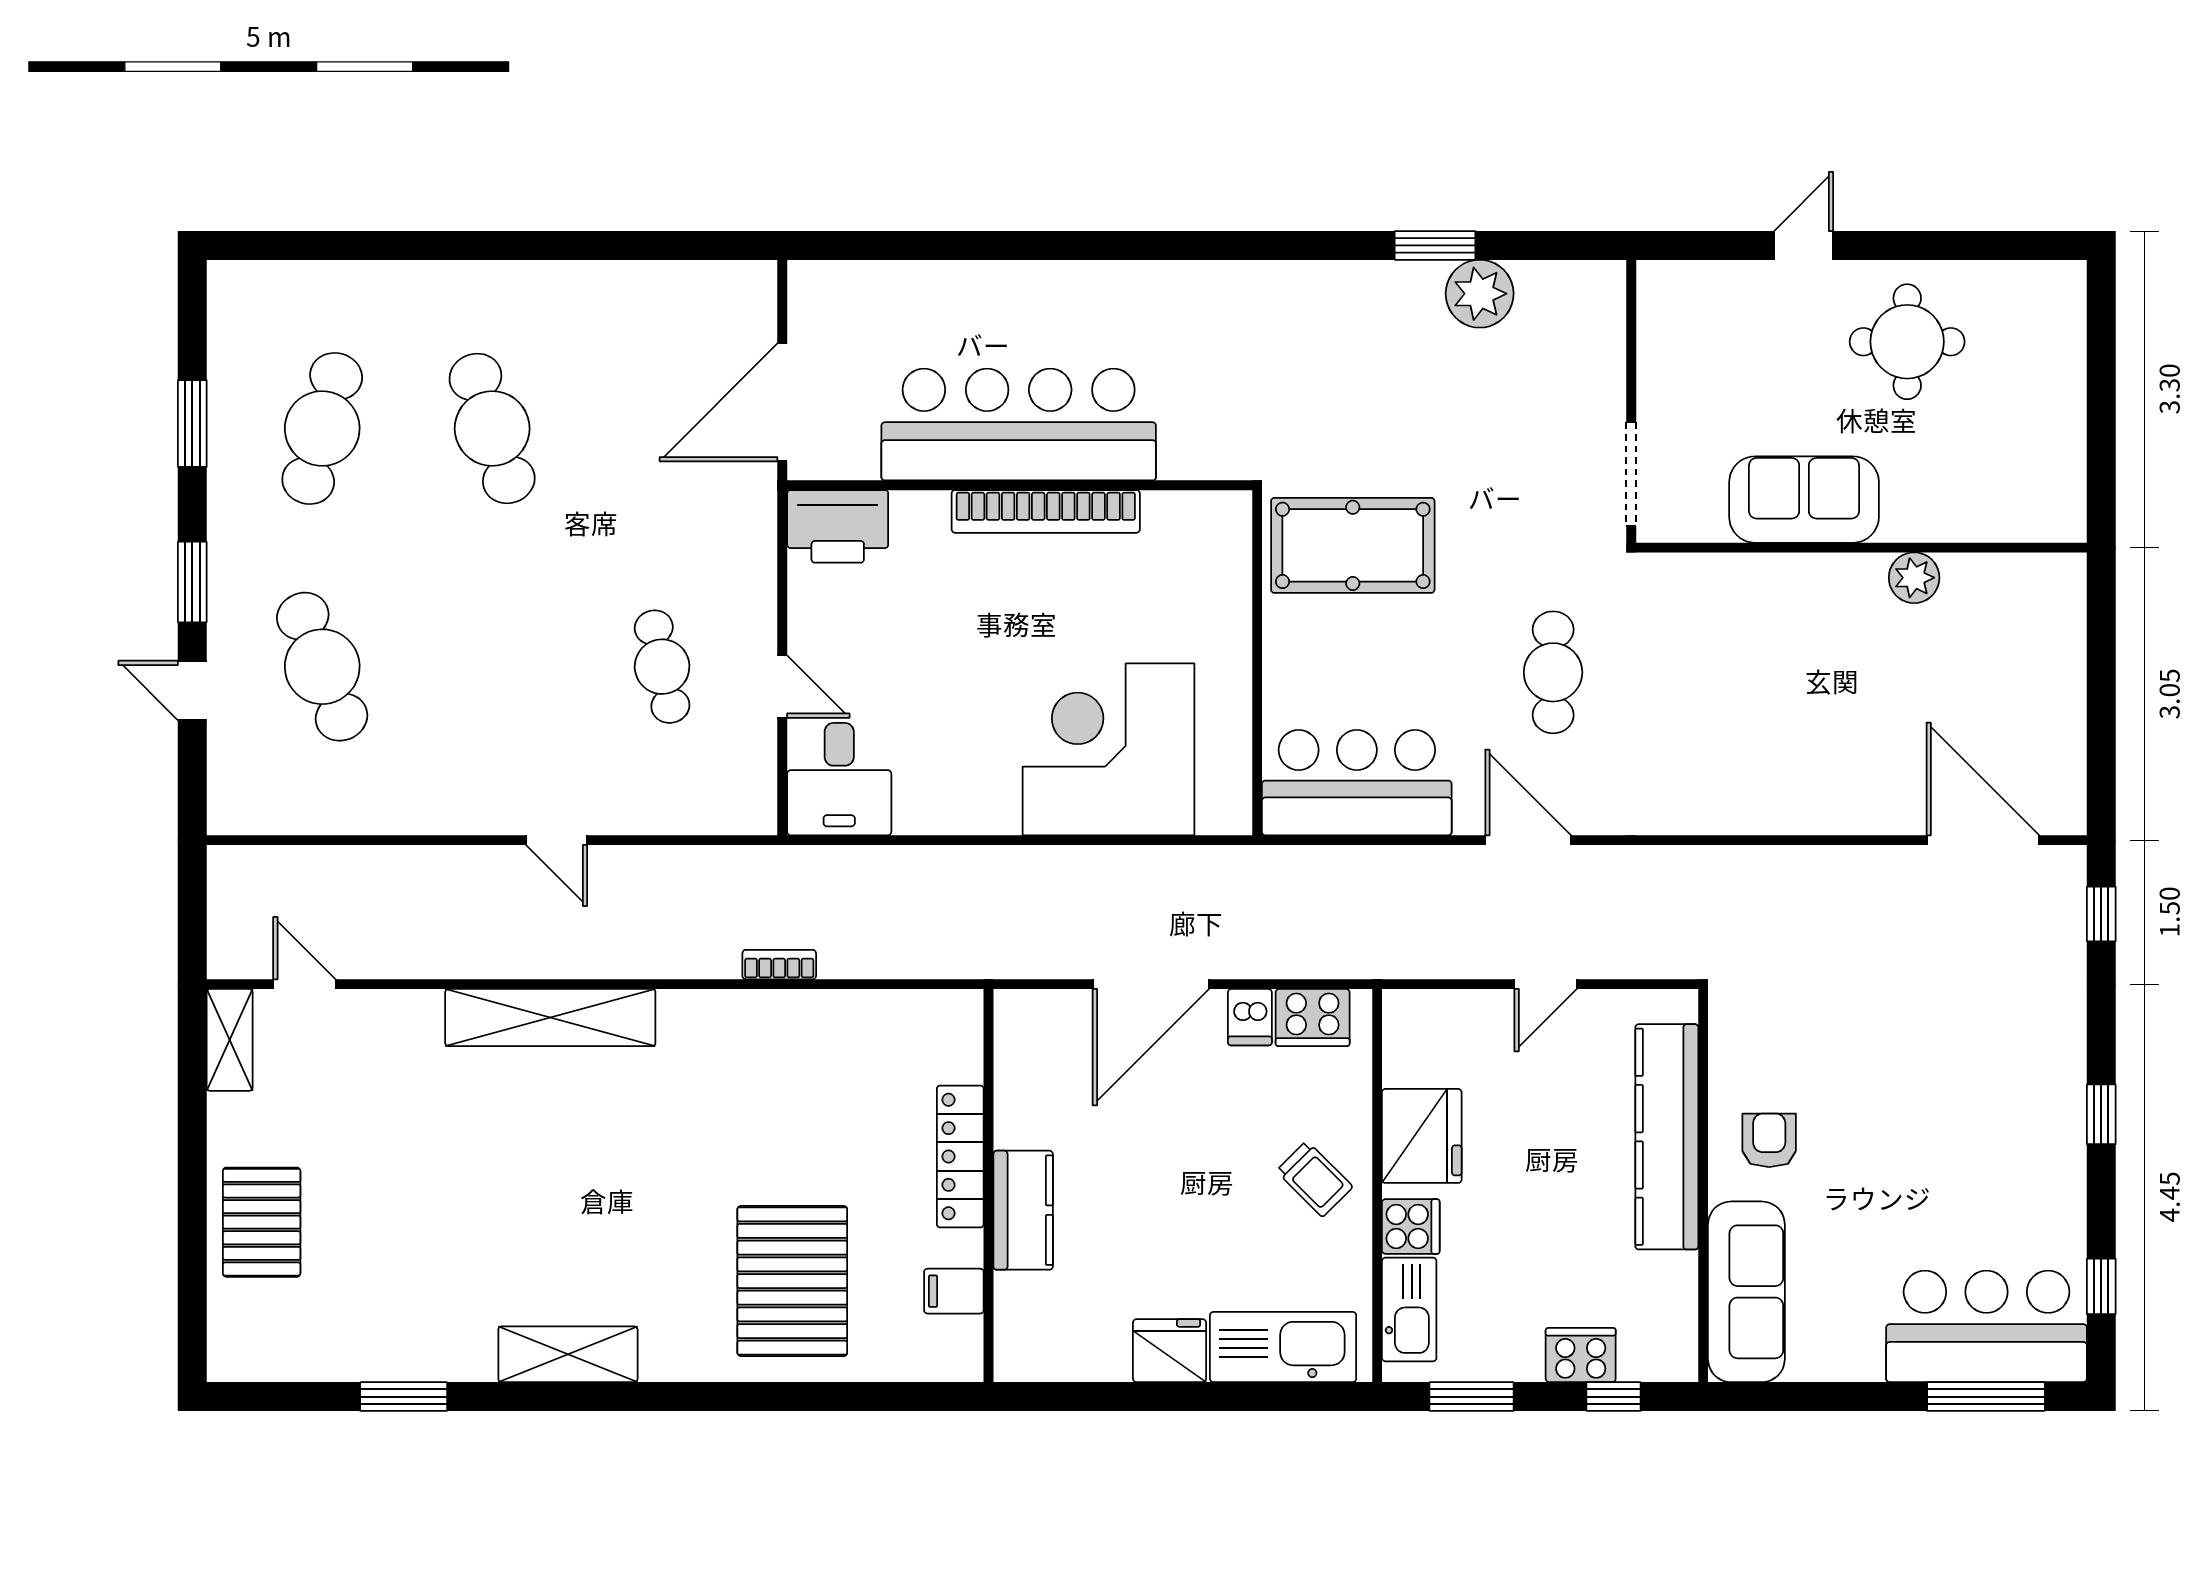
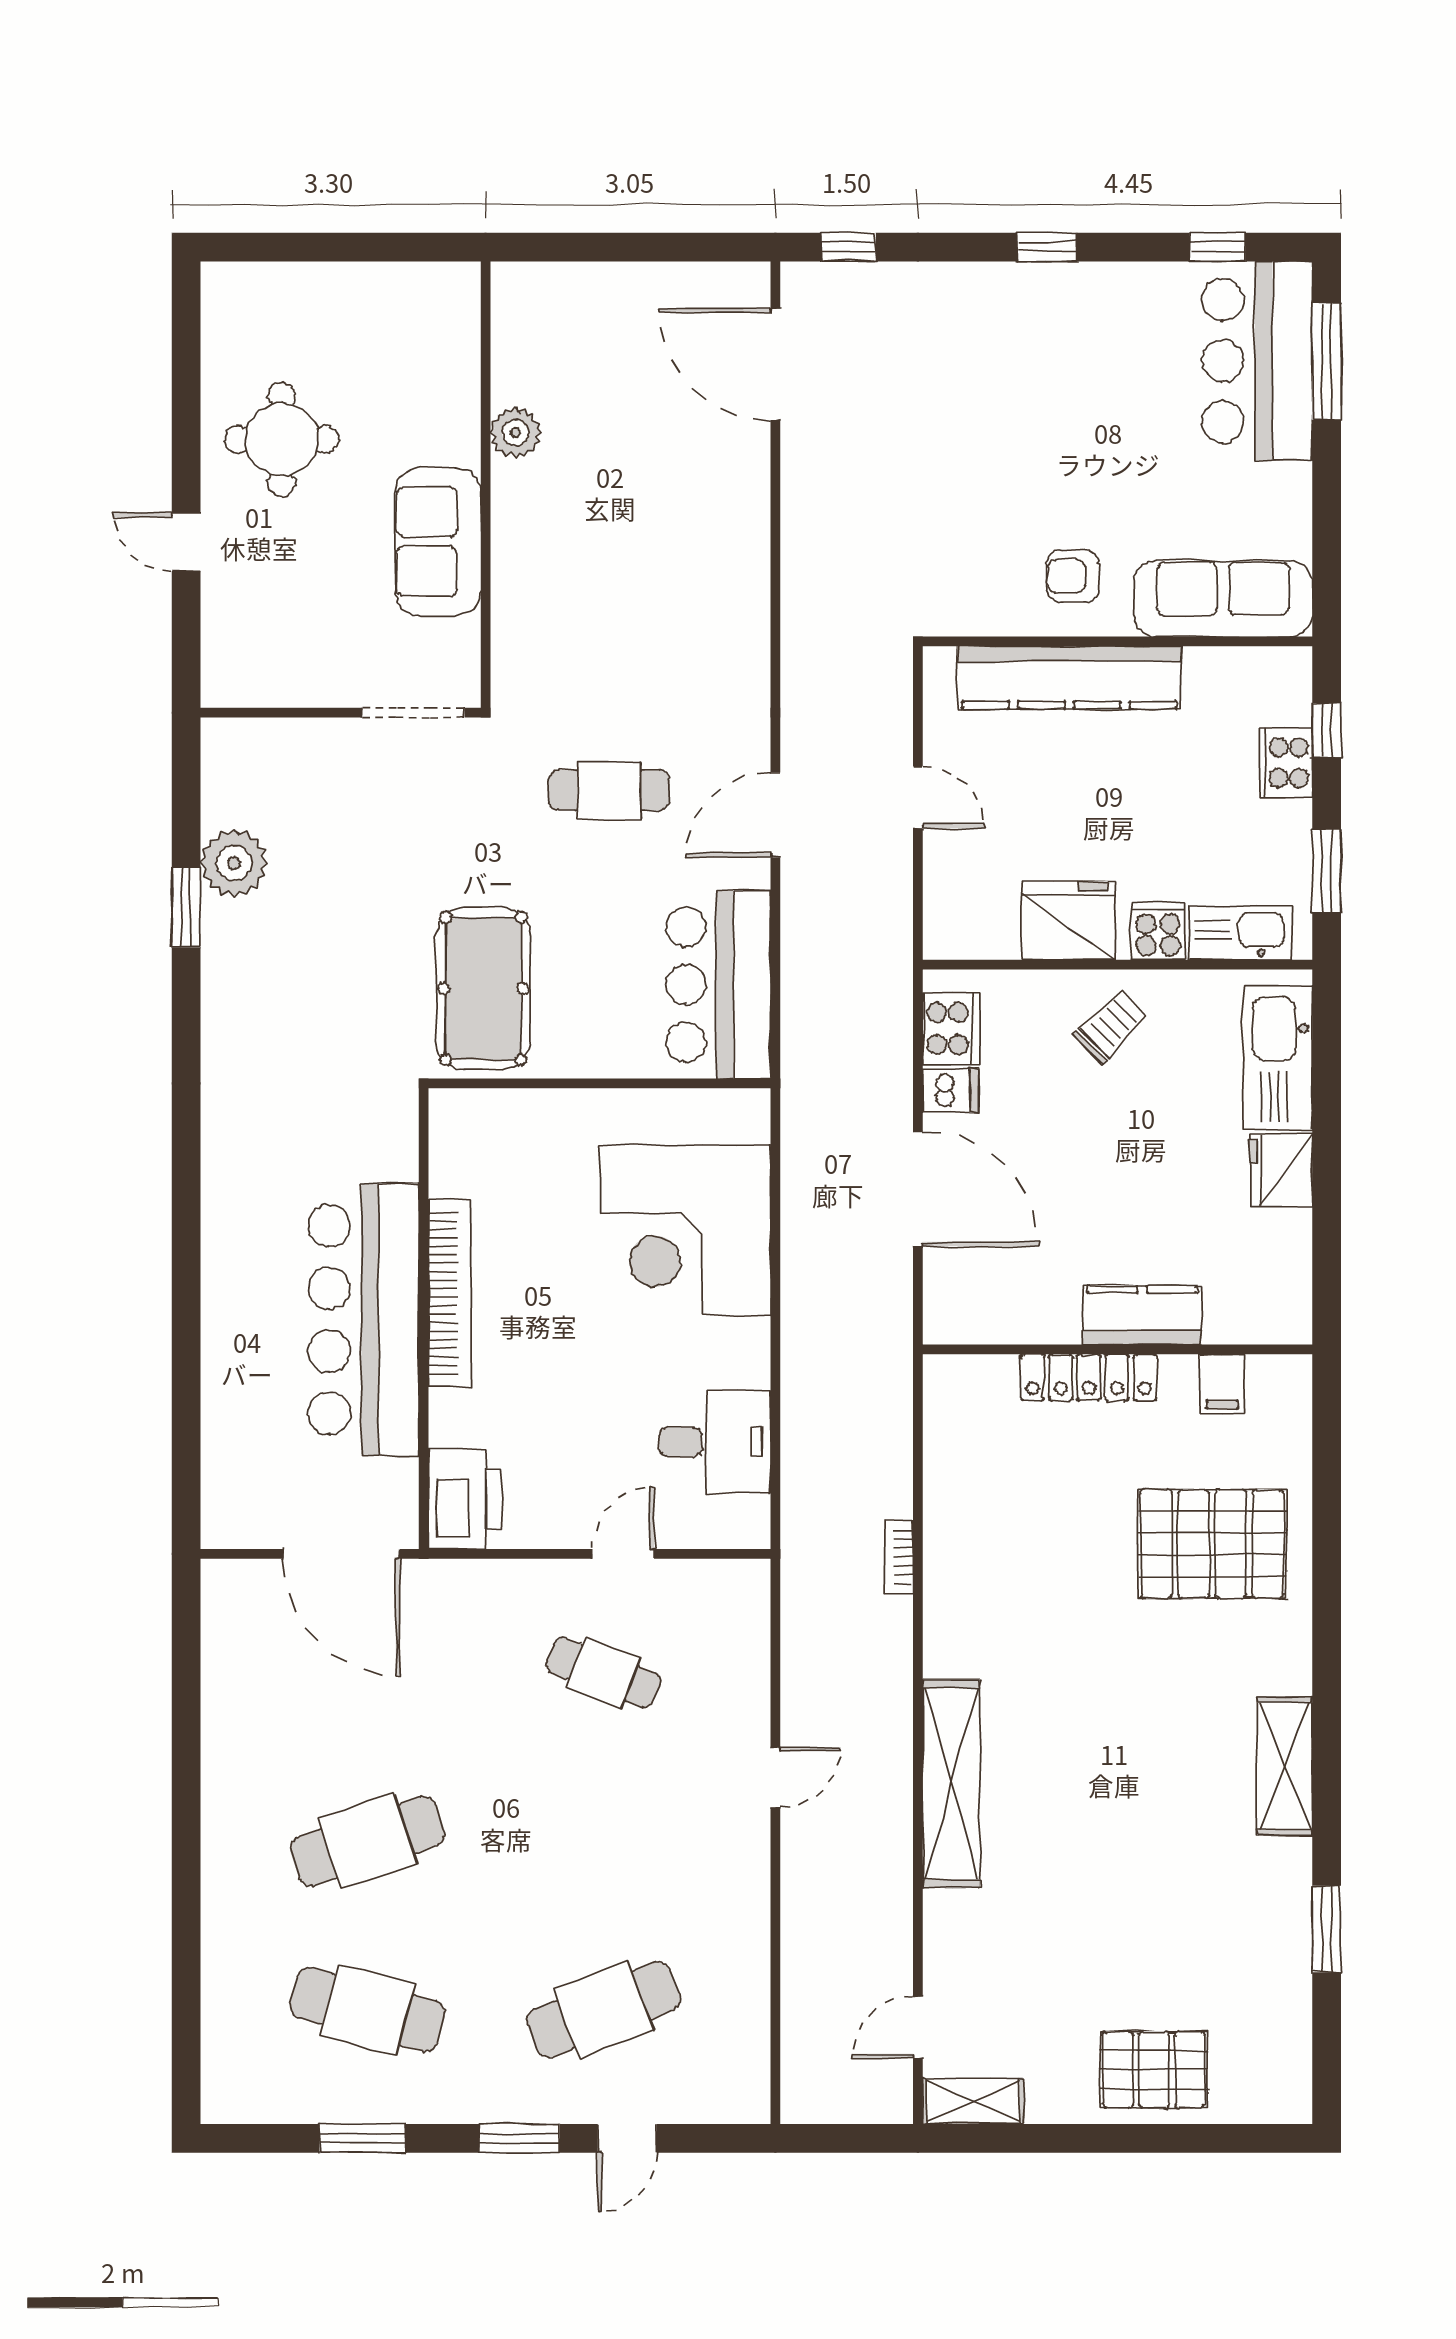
cafe table: (662, 667) -> (603, 1673), turned 33
desk: (839, 779) -> (715, 1442), moved
door: (1983, 840) -> (775, 364), hinge flipped

